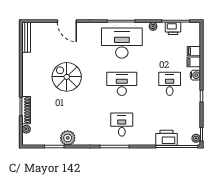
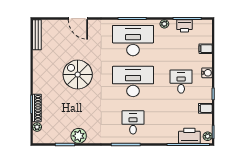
filing cabinet: (194, 62) -> (205, 108), moved
desk: (122, 84) -> (133, 82), width x1.36, depth x1.30
printer: (167, 138) -> (189, 136), moved

